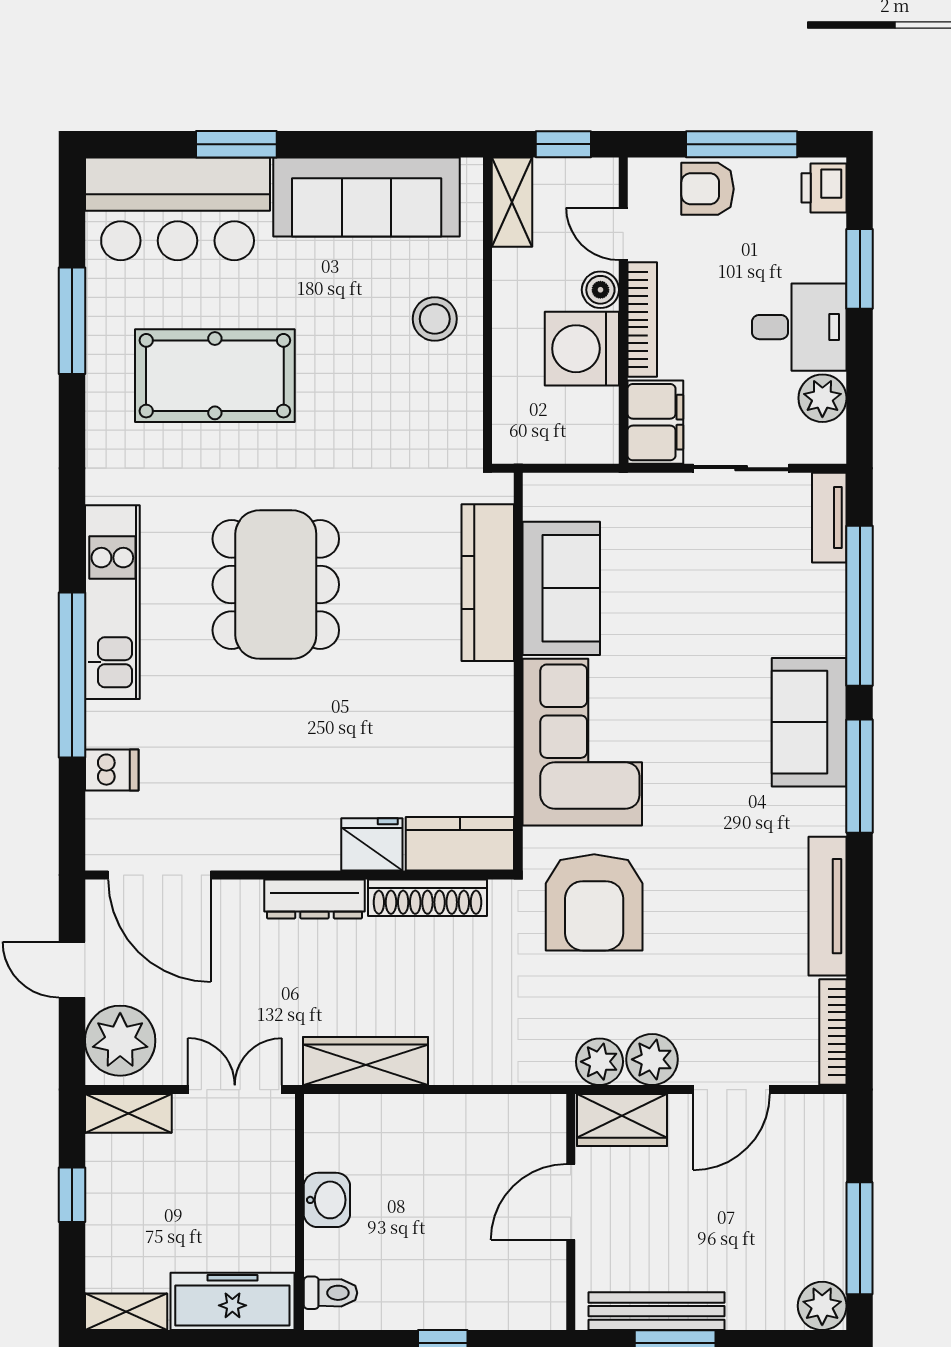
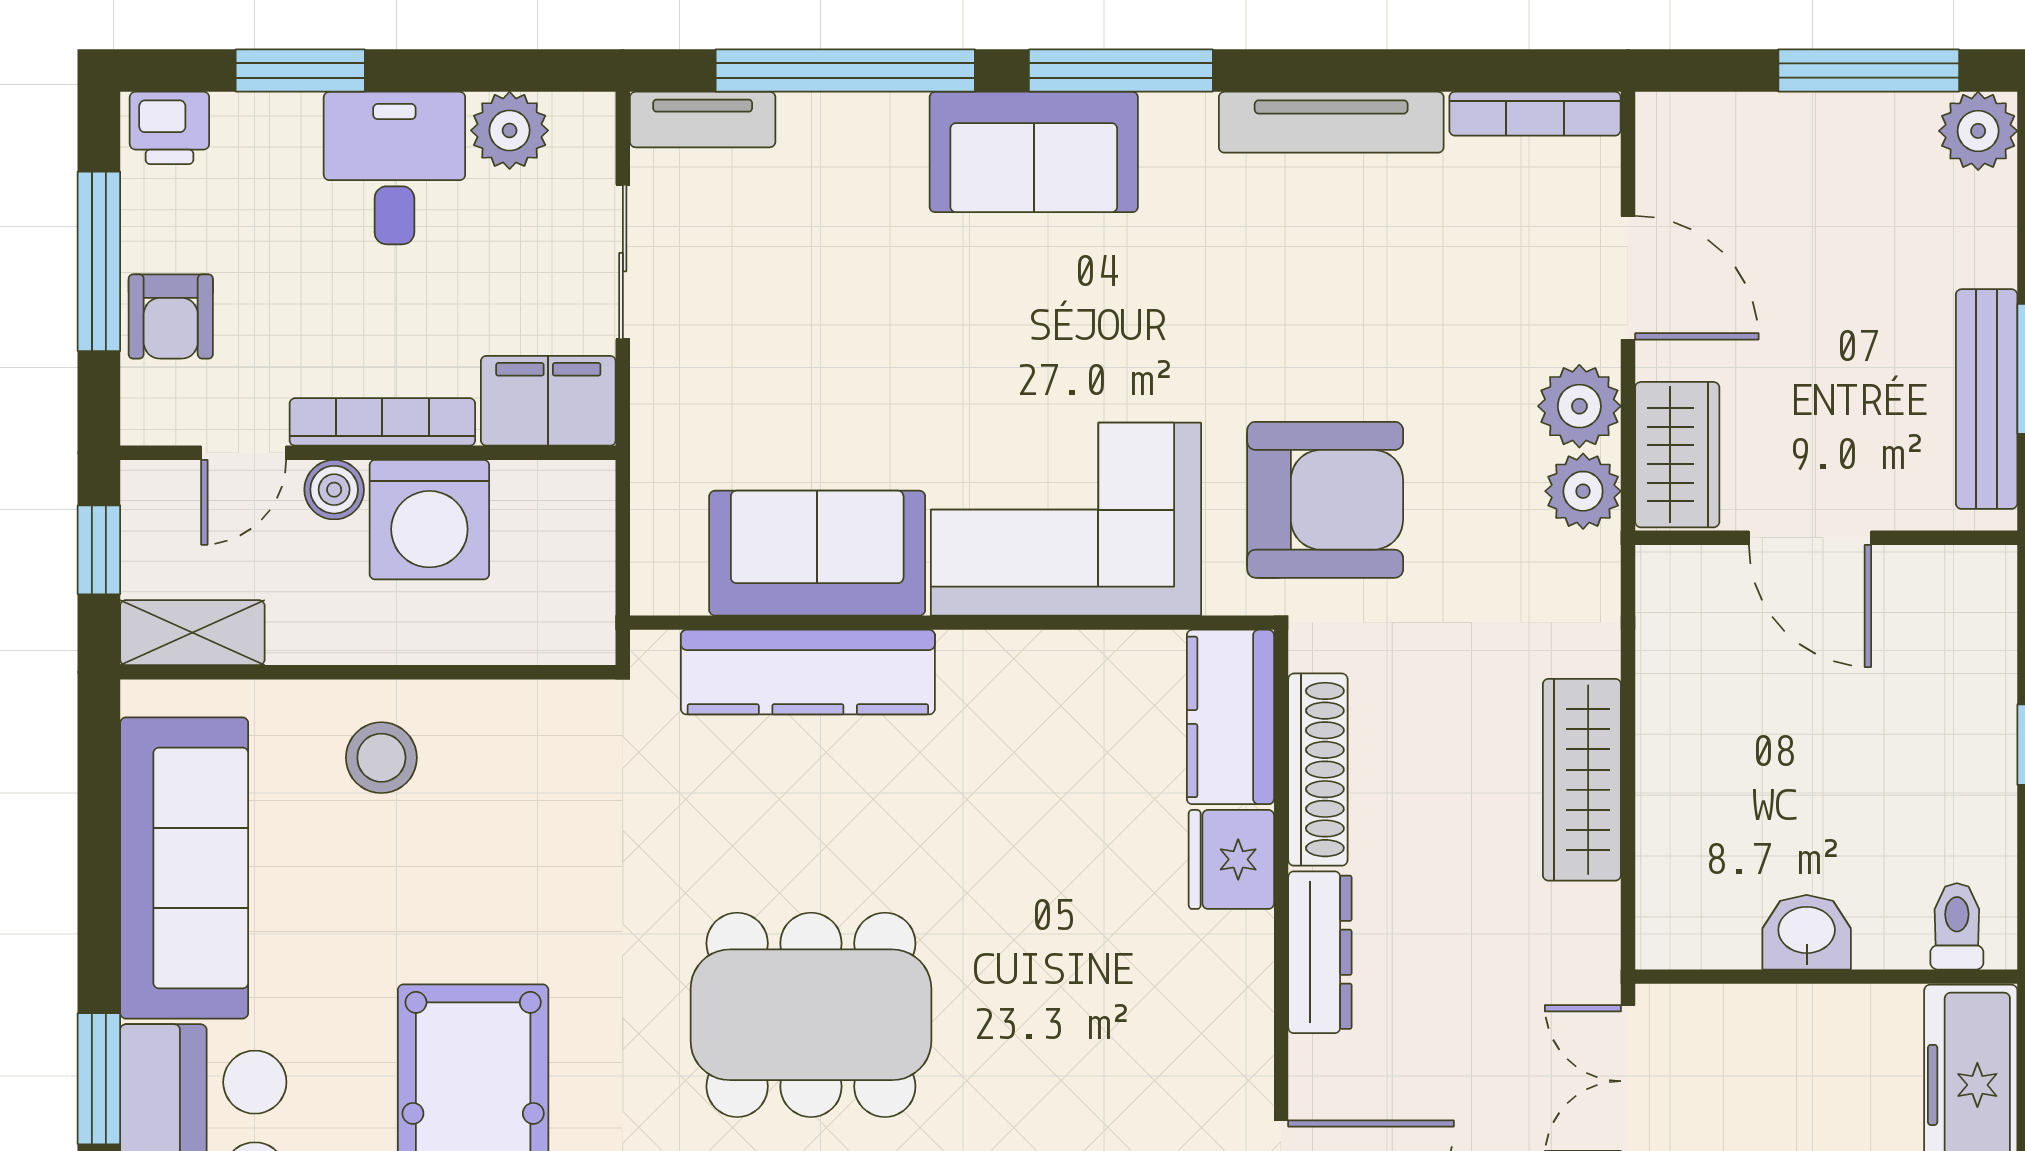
wardrobe: (366, 1061) -> (1582, 780), moved

